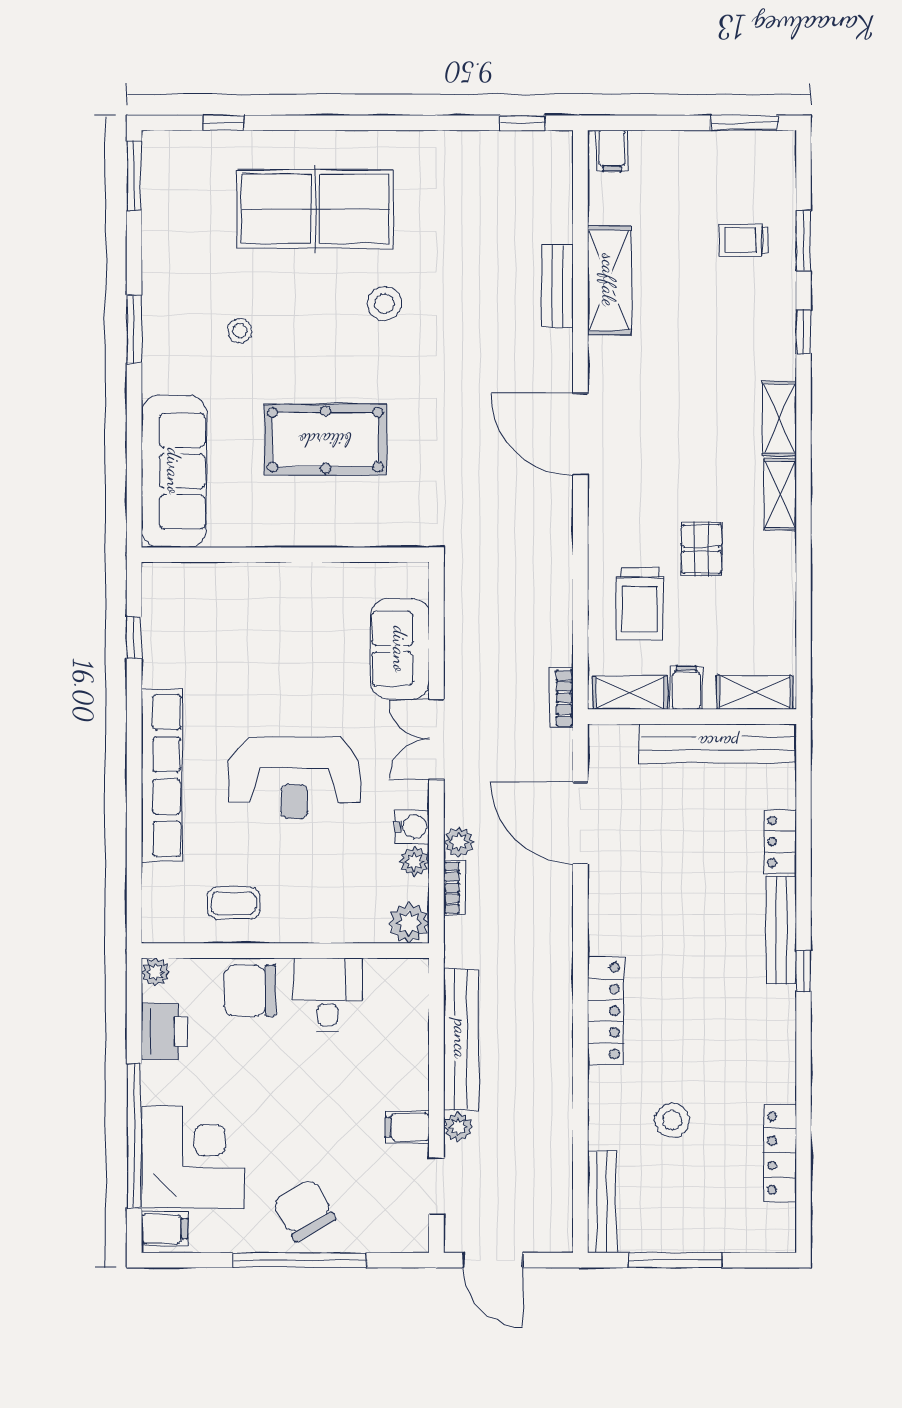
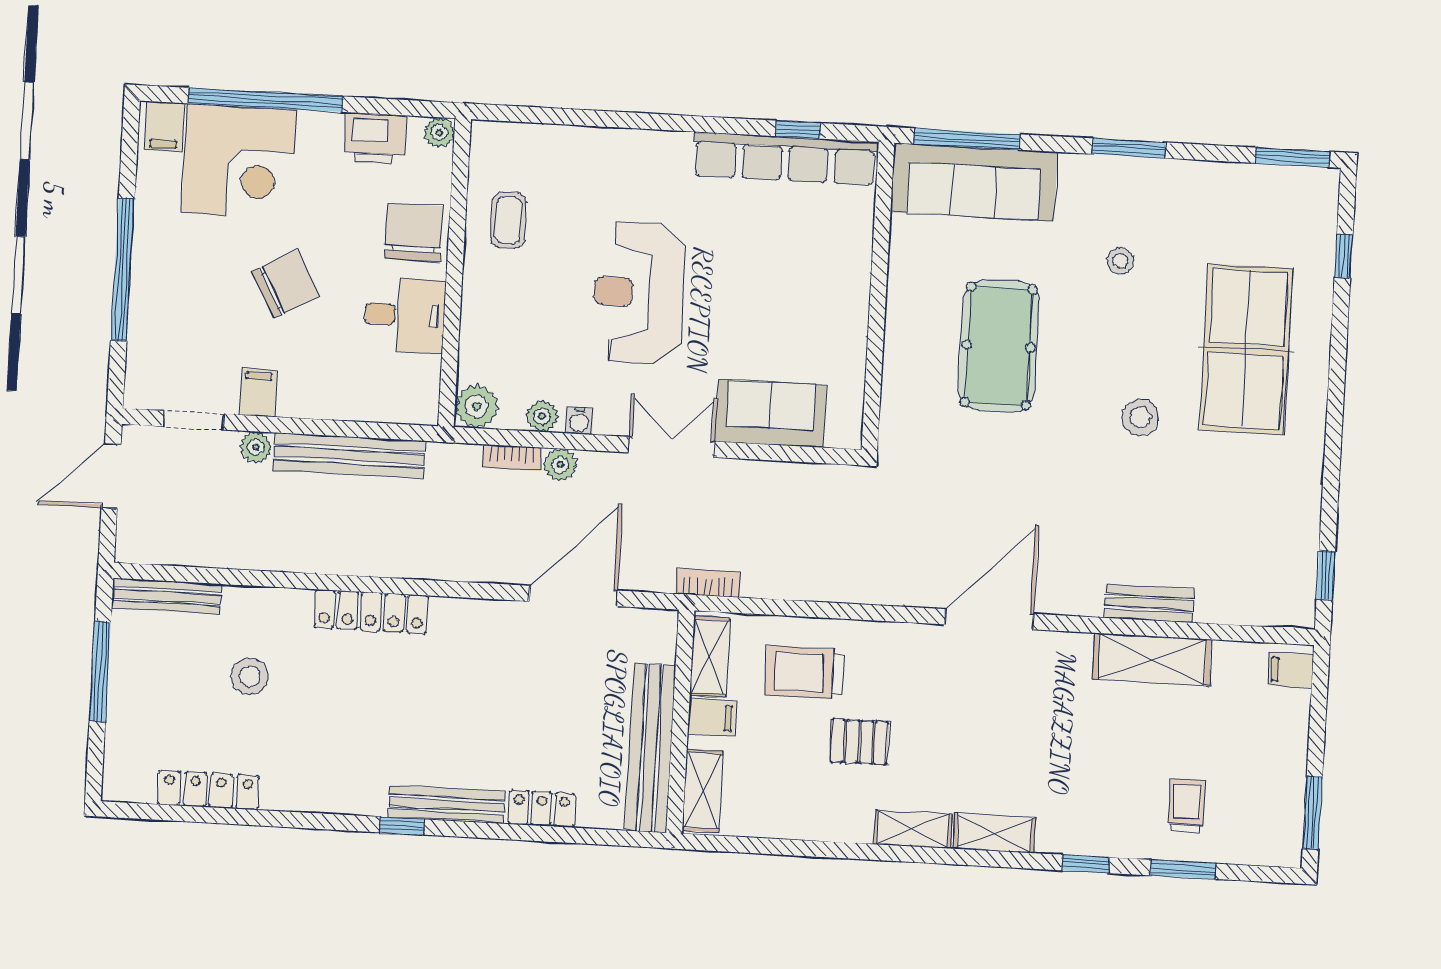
window: (134, 480) -> (967, 139), added
row of seats: (162, 775) -> (785, 159), moved
water cooler: (412, 827) -> (579, 421), width x0.72, depth x0.72
chair: (304, 1210) -> (286, 284), moved

